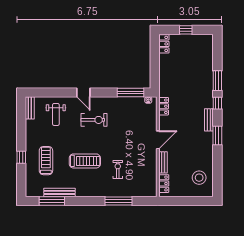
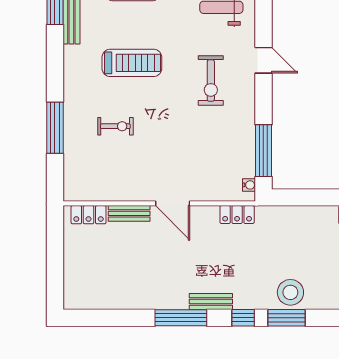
door: (83, 93) -> (263, 60), swing flipped
window: (217, 136) -> (181, 318), width x1.44
treadmill: (85, 161) -> (132, 63), turned -90
stool: (199, 178) -> (290, 292), moved

